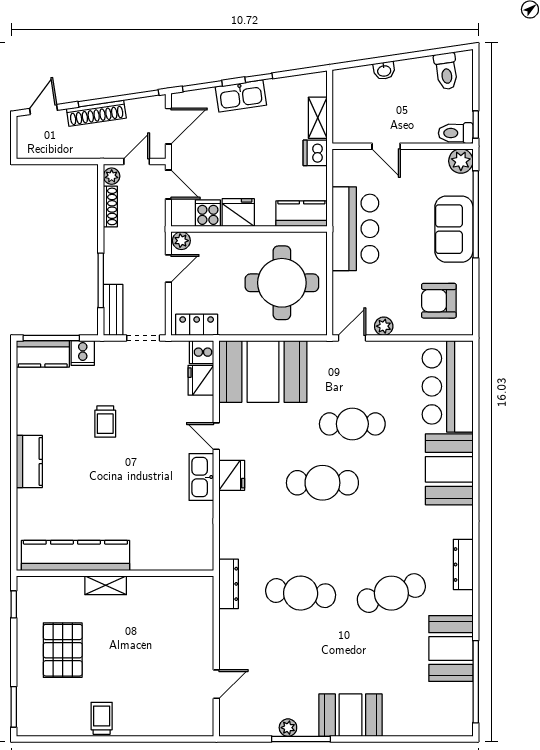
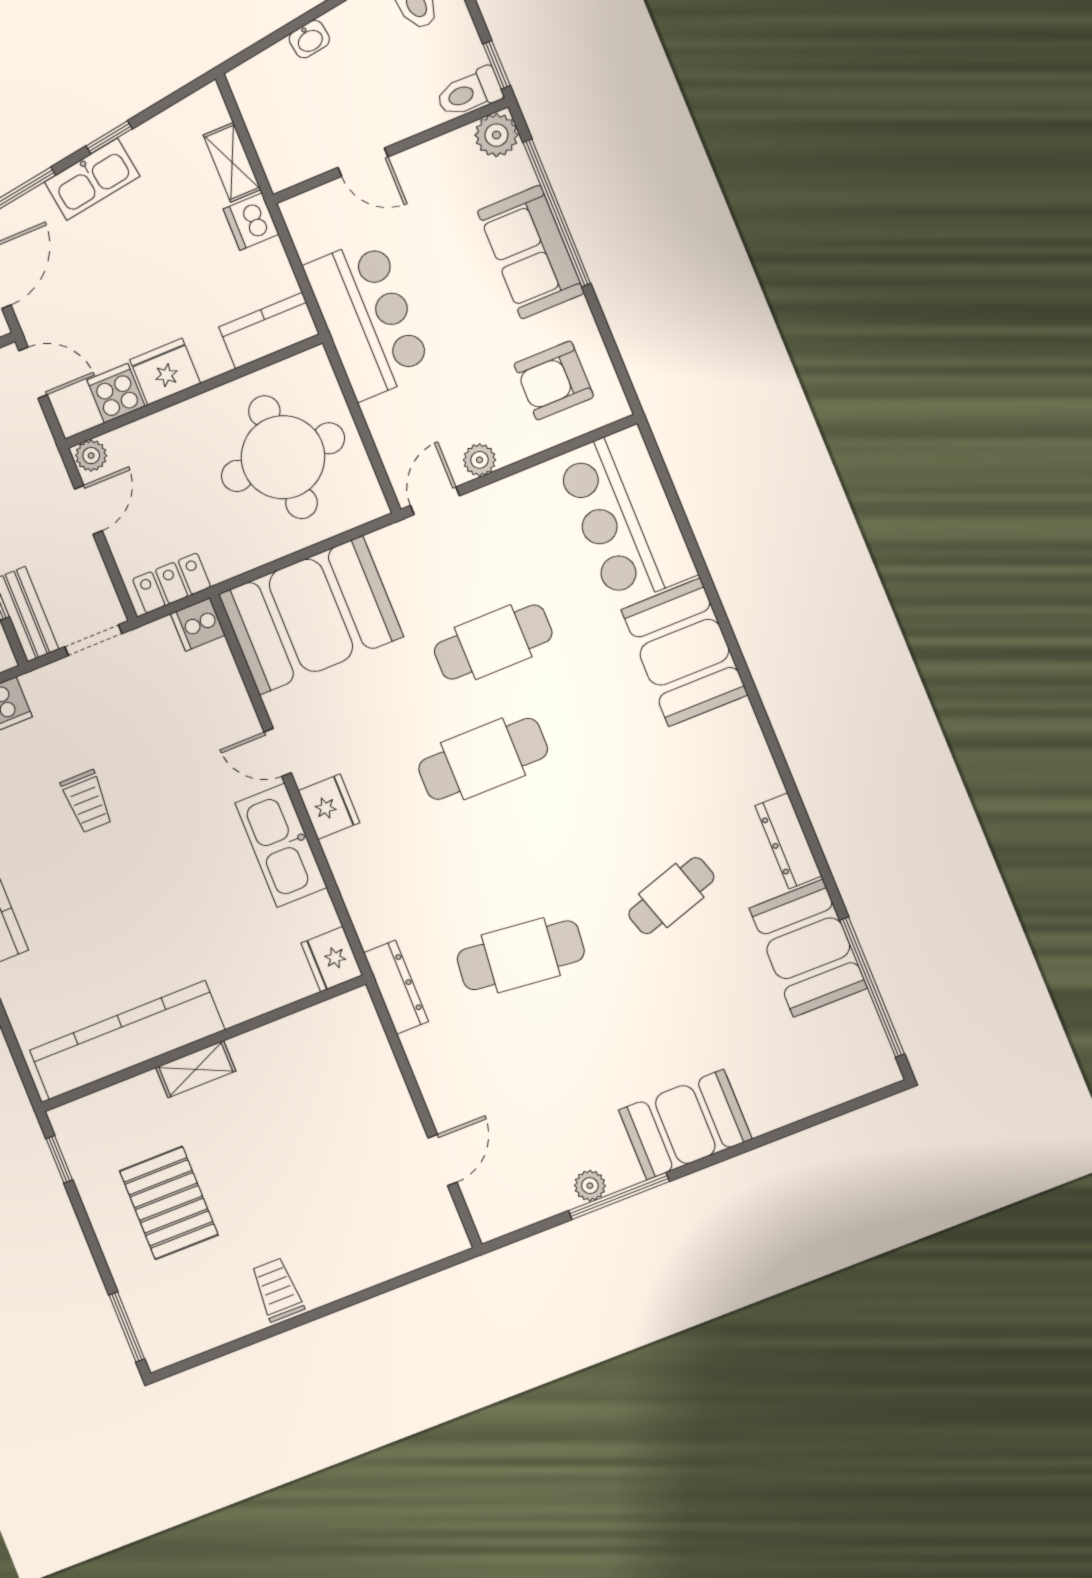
fridge: (201, 380) -> (332, 959), moved
kitchen sink: (201, 477) -> (281, 845), width x1.36, depth x1.24
dresser: (463, 564) -> (788, 841), moved
cafe table: (391, 593) -> (671, 896), width x0.73, depth x0.74

